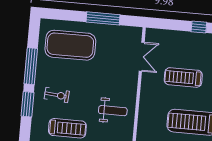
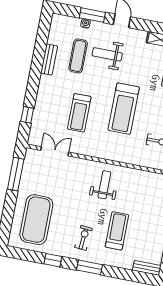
window: (103, 18) -> (16, 174), moved
window: (199, 27) -> (27, 115), moved
window: (31, 66) -> (53, 260), width x0.46

